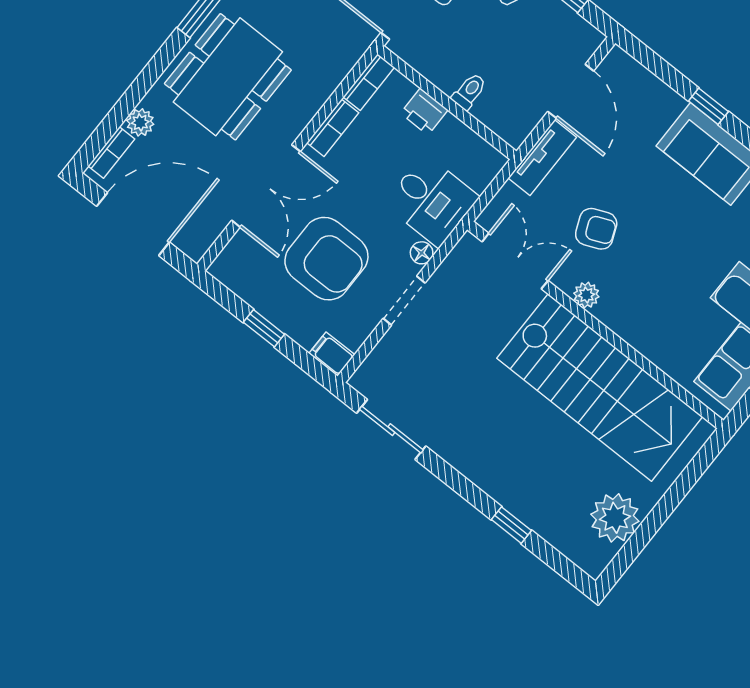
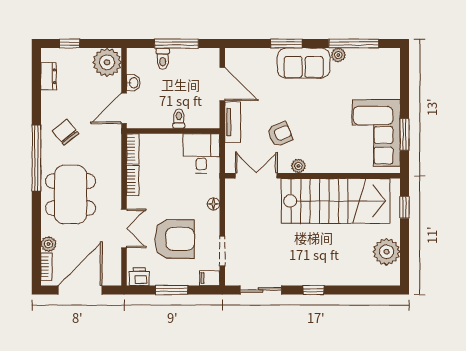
window: (708, 106) -> (286, 43), width x1.50
printer: (424, 112) -> (139, 277), moved, turned 180
double door: (266, 186) -> (124, 228), width x0.73
desk: (432, 201) -> (201, 153), moved, turned -90
doorway: (404, 301) -> (222, 251), moved
window: (264, 328) -> (172, 290), width x1.50
window: (691, 475) -> (404, 207), added
window: (511, 525) -> (313, 290), moved

